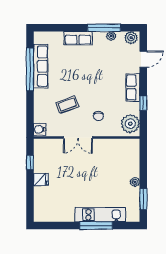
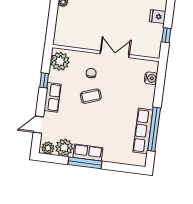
window: (104, 28) -> (85, 163), moved
plant: (111, 36) -> (64, 148), width x1.88, depth x1.88
row of seats: (78, 38) -> (88, 153), moved
coffee table: (67, 104) -> (91, 96), moved
water cooler: (40, 129) -> (151, 78), moved

